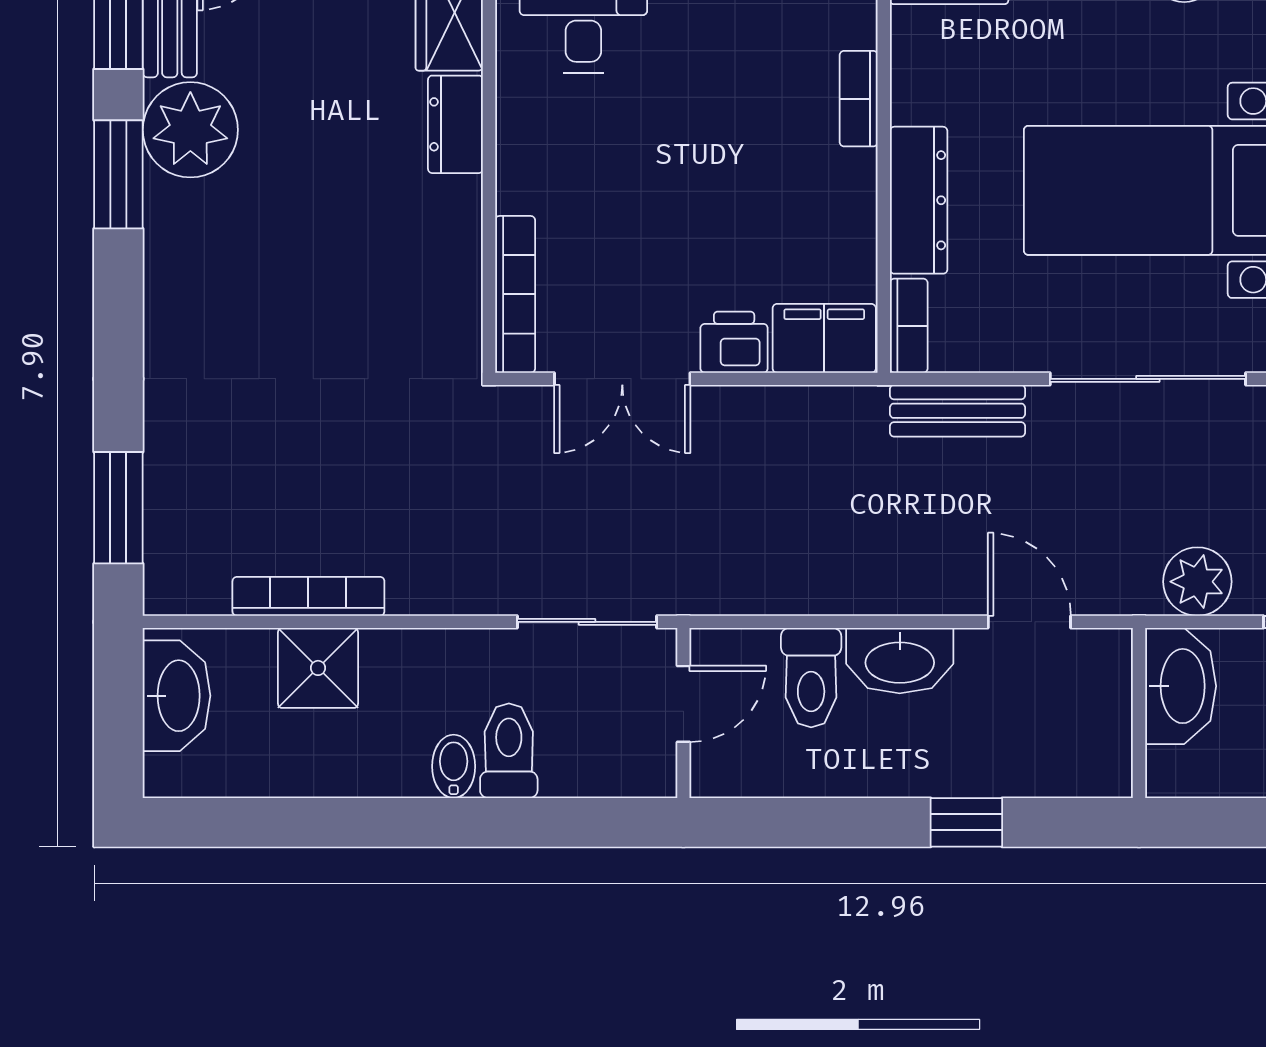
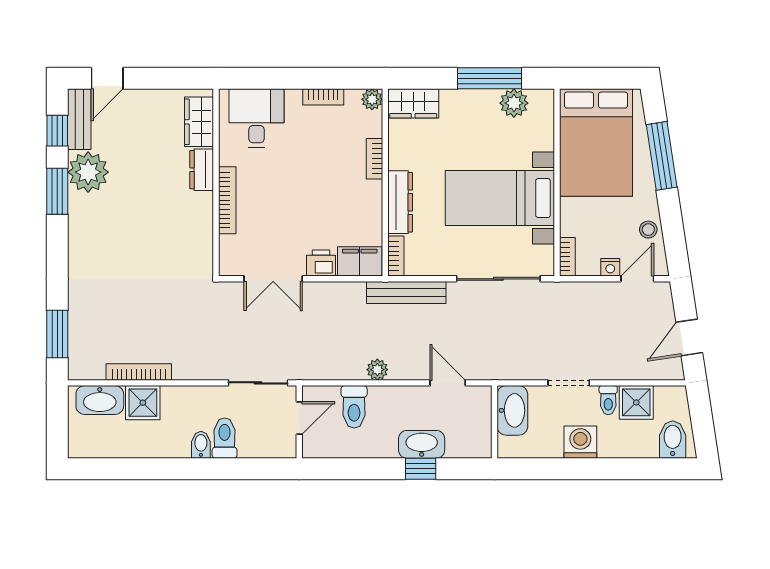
bookcase: (515, 294) -> (227, 200), moved
bench: (958, 411) -> (406, 292), width x1.36
plant: (1197, 582) -> (377, 370), moved, width x0.73, depth x0.73
washbasin: (900, 661) -> (422, 444), moved, turned 180
washbasin: (177, 696) -> (100, 400), moved, turned 90

